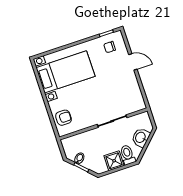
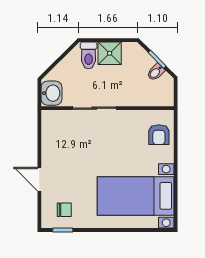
armchair: (63, 118) -> (159, 135), turned -90
washbasin: (141, 137) -> (51, 93), moved, turned -45

